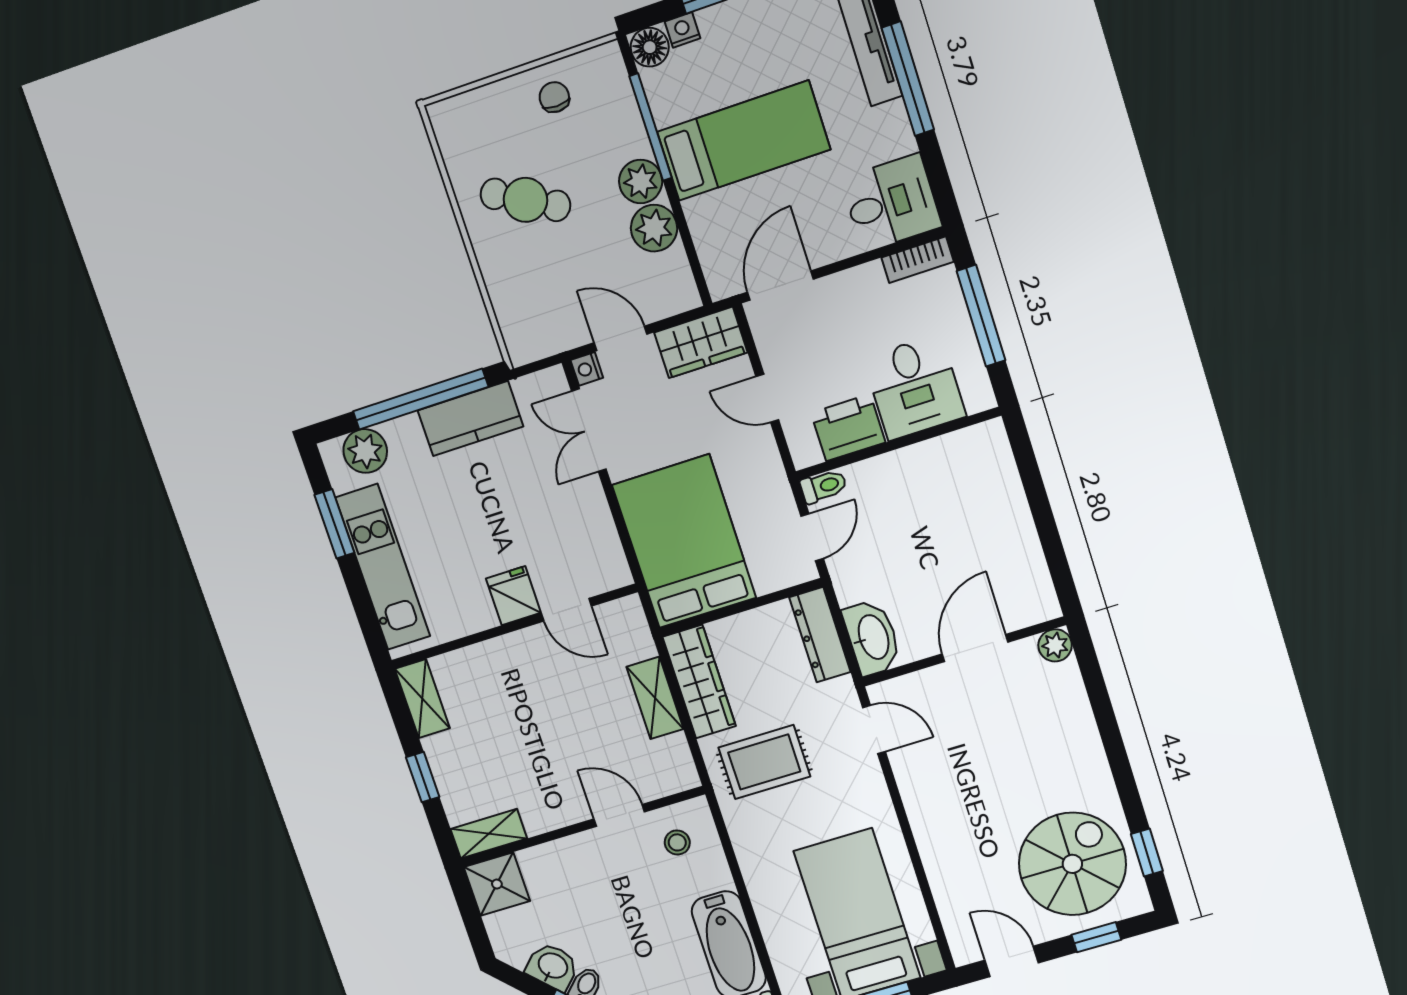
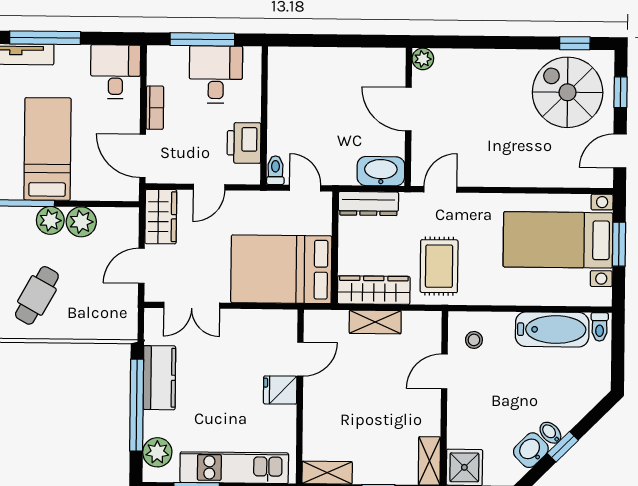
bookcase: (918, 260) -> (155, 108), moved
nightstand: (587, 369) -> (153, 293), removed
desk: (914, 387) -> (216, 75), moved, turned -90

